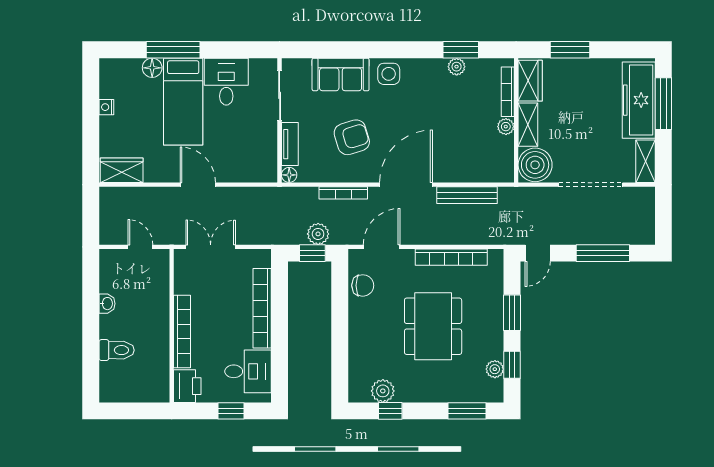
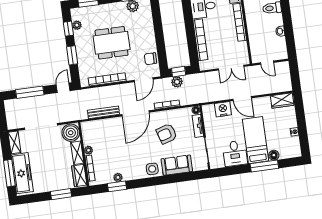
nightstand: (237, 169) -> (223, 109), added
dining table: (433, 326) -> (112, 43), turned 90

